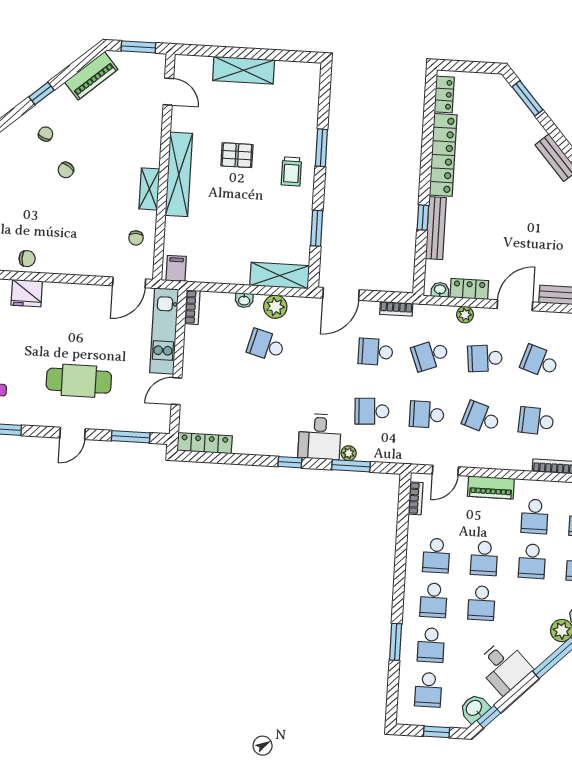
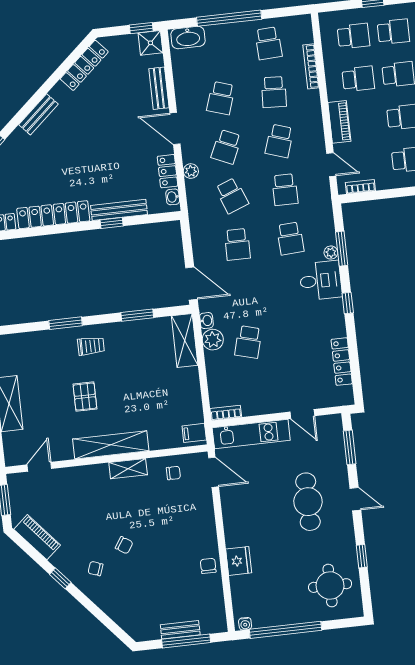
washbasin: (244, 300) -> (206, 321), moved
bookcase: (396, 309) -> (196, 233), removed
school desk: (485, 358) -> (226, 147), turned 30
locker: (205, 443) -> (342, 362), moved

